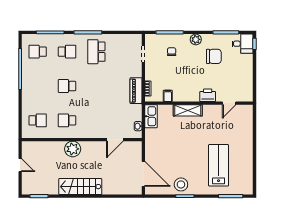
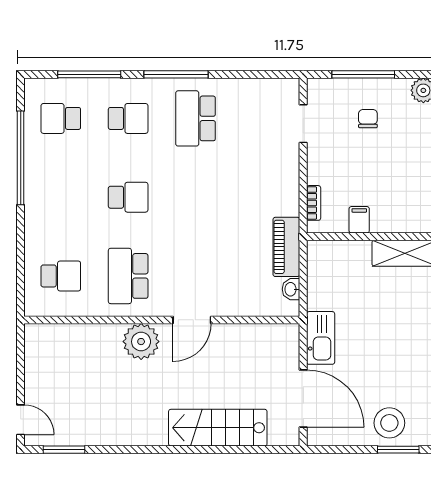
school desk: (67, 86) -> (128, 197), turned 180
piano: (136, 91) -> (286, 247), moved
kitchen sink: (151, 116) -> (321, 338), moved
school desk: (67, 120) -> (128, 276), width x1.85
door: (115, 140) -> (192, 320), moved
door: (20, 165) -> (21, 420), moved
stairs: (80, 187) -> (218, 428), moved

